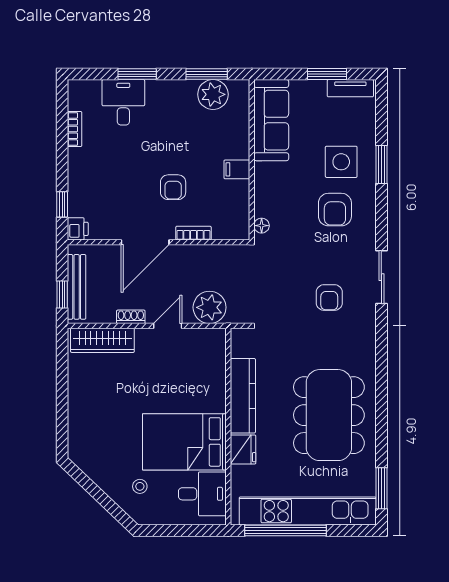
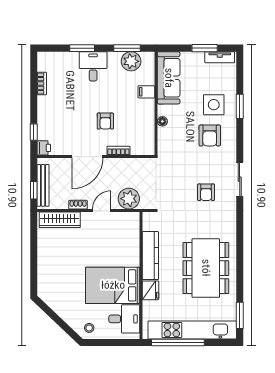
desk: (123, 102) -> (93, 66), moved
filing cabinet: (237, 169) -> (146, 92), moved
floor lamp: (262, 226) -> (162, 121), moved
stool: (140, 486) -> (89, 328), moved

